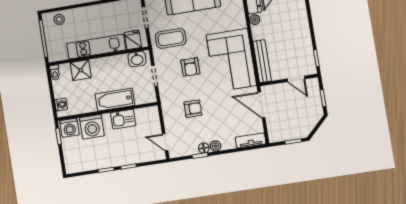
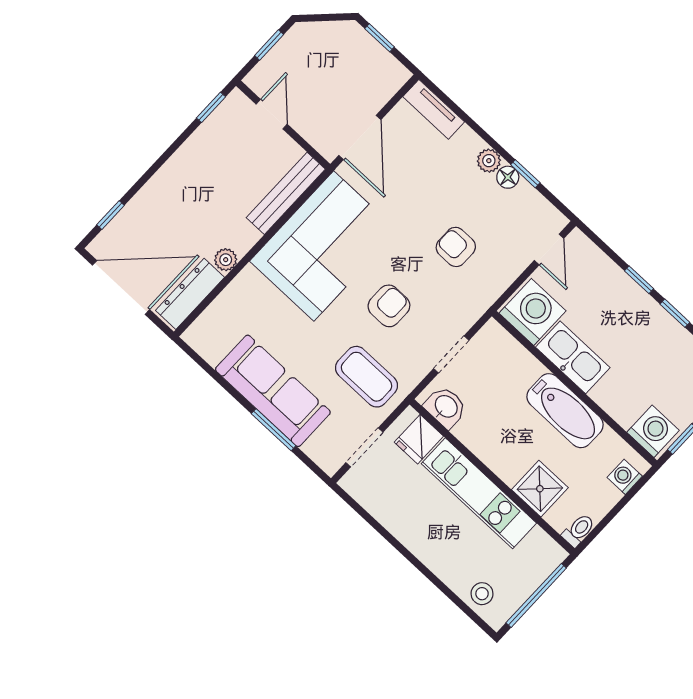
bathtub: (115, 100) -> (565, 411), moved
kitchen sink: (123, 119) -> (573, 357), width x1.38
washing machine: (92, 127) -> (533, 312), moved

